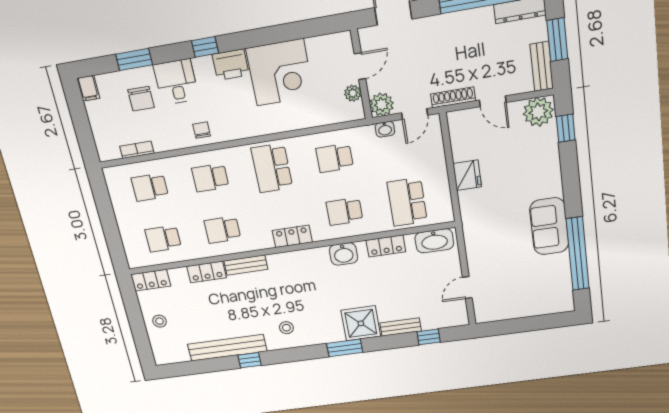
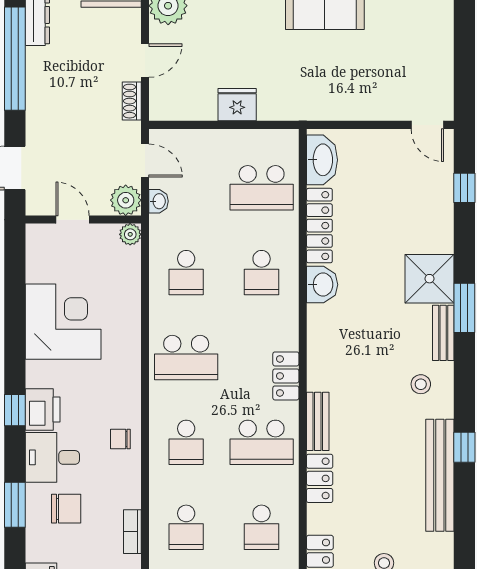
printer: (231, 65) -> (43, 410), moved
plant: (353, 93) -> (130, 234), moved
shoe rack: (453, 97) -> (132, 101), width x0.70
school desk: (222, 230) -> (262, 442), width x1.85
locker: (292, 236) -> (286, 376), moved
locker: (386, 246) -> (319, 226), width x1.53
door: (467, 287) -> (427, 125), moved
bench: (401, 327) -> (443, 333), moved

